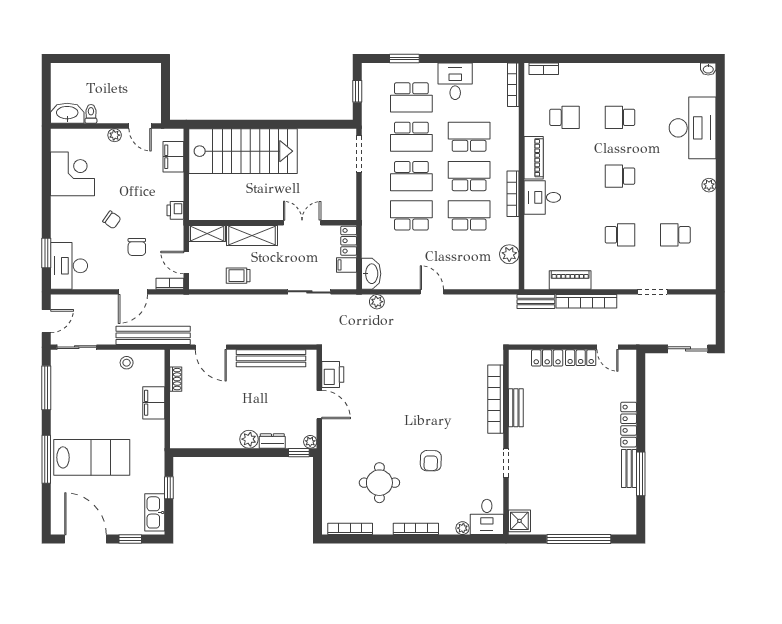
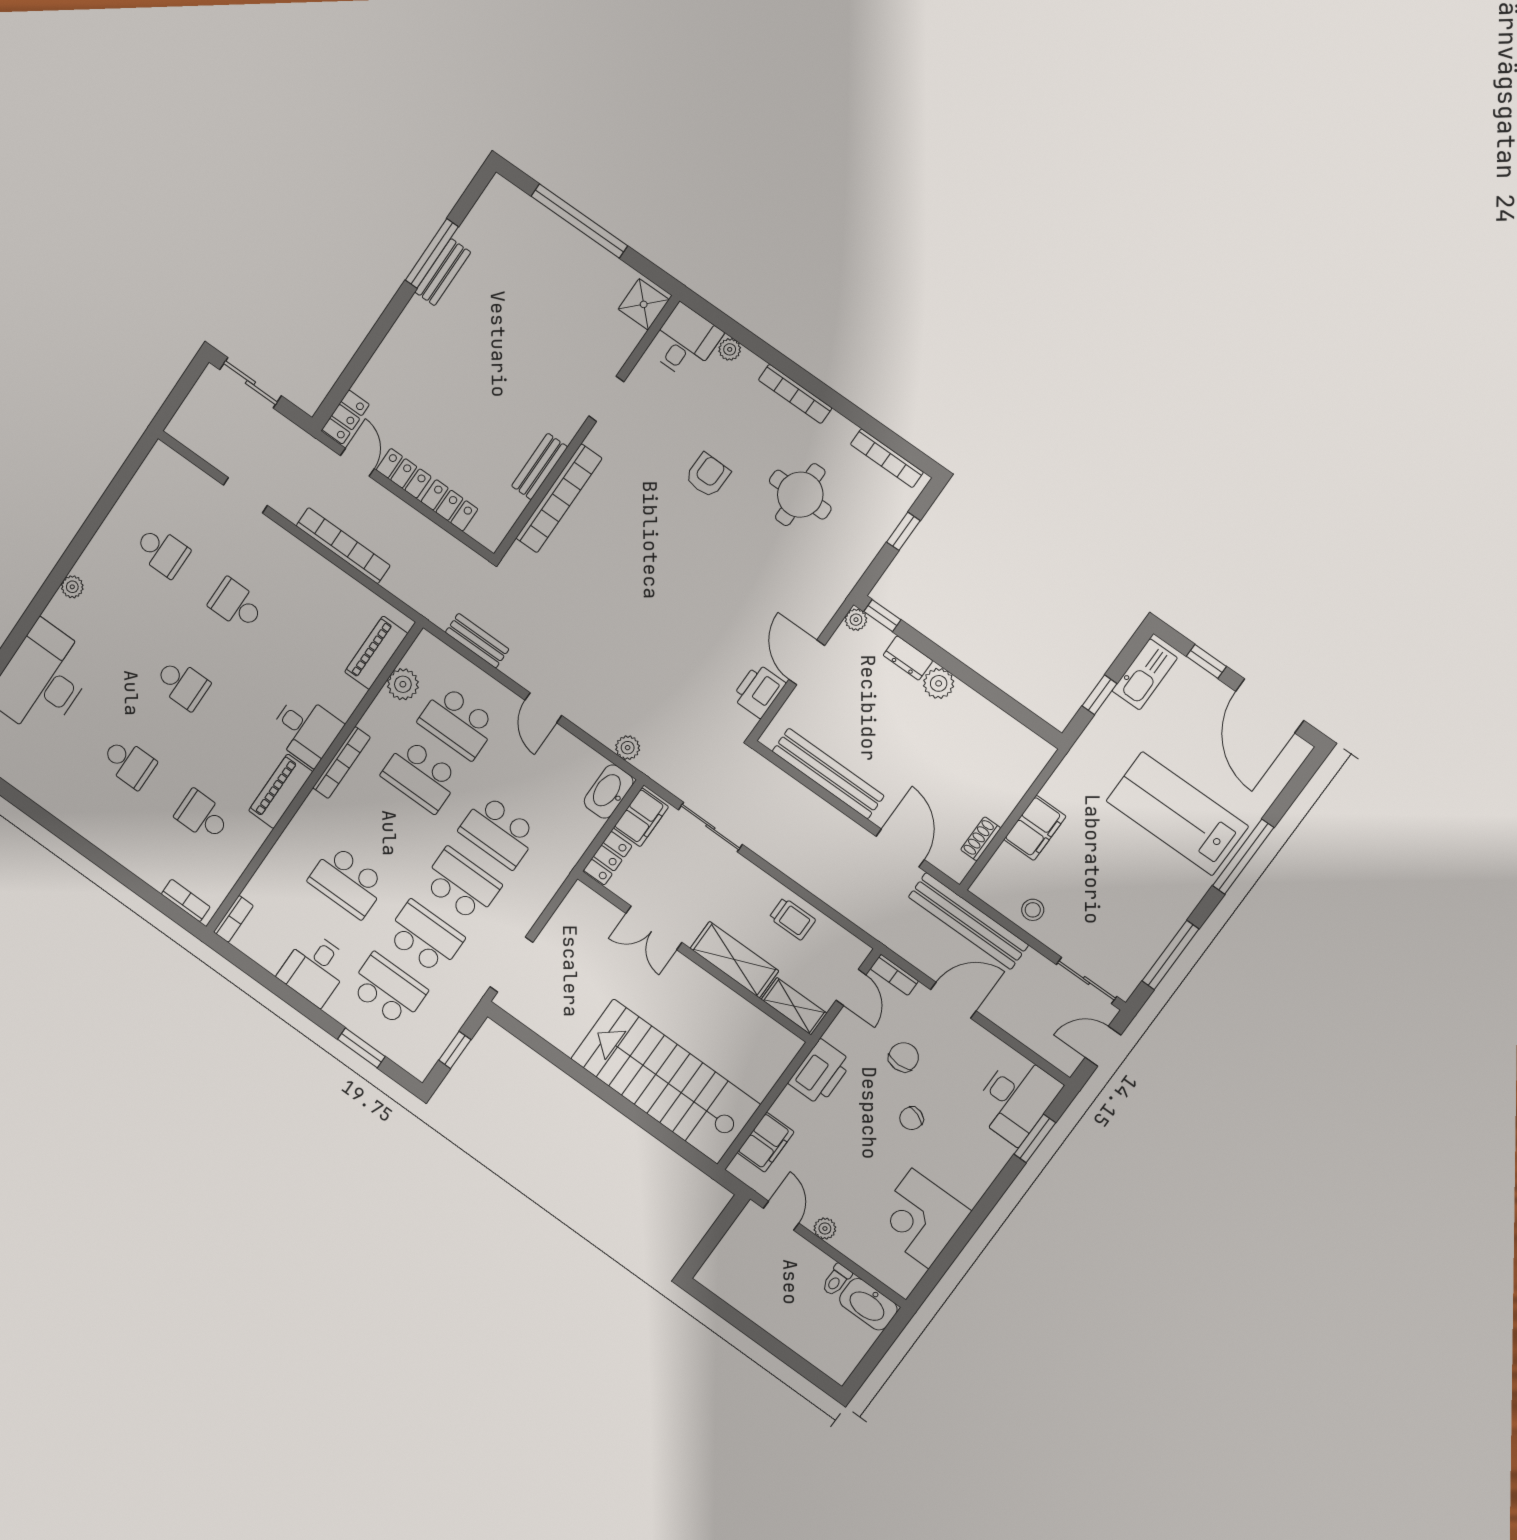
bookcase: (513, 85) -> (233, 919), width x0.64
school desk: (469, 176) -> (458, 722), moved
printer: (175, 210) -> (820, 1072), width x1.87, depth x1.48
chair: (112, 220) -> (911, 1118), turned -105
filing cabinet: (346, 265) -> (641, 817), width x2.00
piano: (570, 280) -> (376, 653), moved, turned 90
bench: (536, 302) -> (477, 641), moved
locker: (629, 425) -> (346, 417), moved, width x0.66
window: (318, 500) -> (903, 531), added

